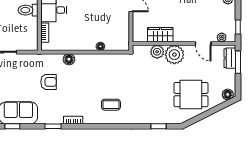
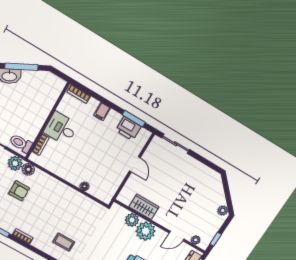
toilet: (28, 10) -> (21, 143), moved
door: (203, 44) -> (177, 236), hinge flipped
floor lamp: (69, 59) -> (28, 169), moved
plant: (32, 60) -> (15, 163), added

